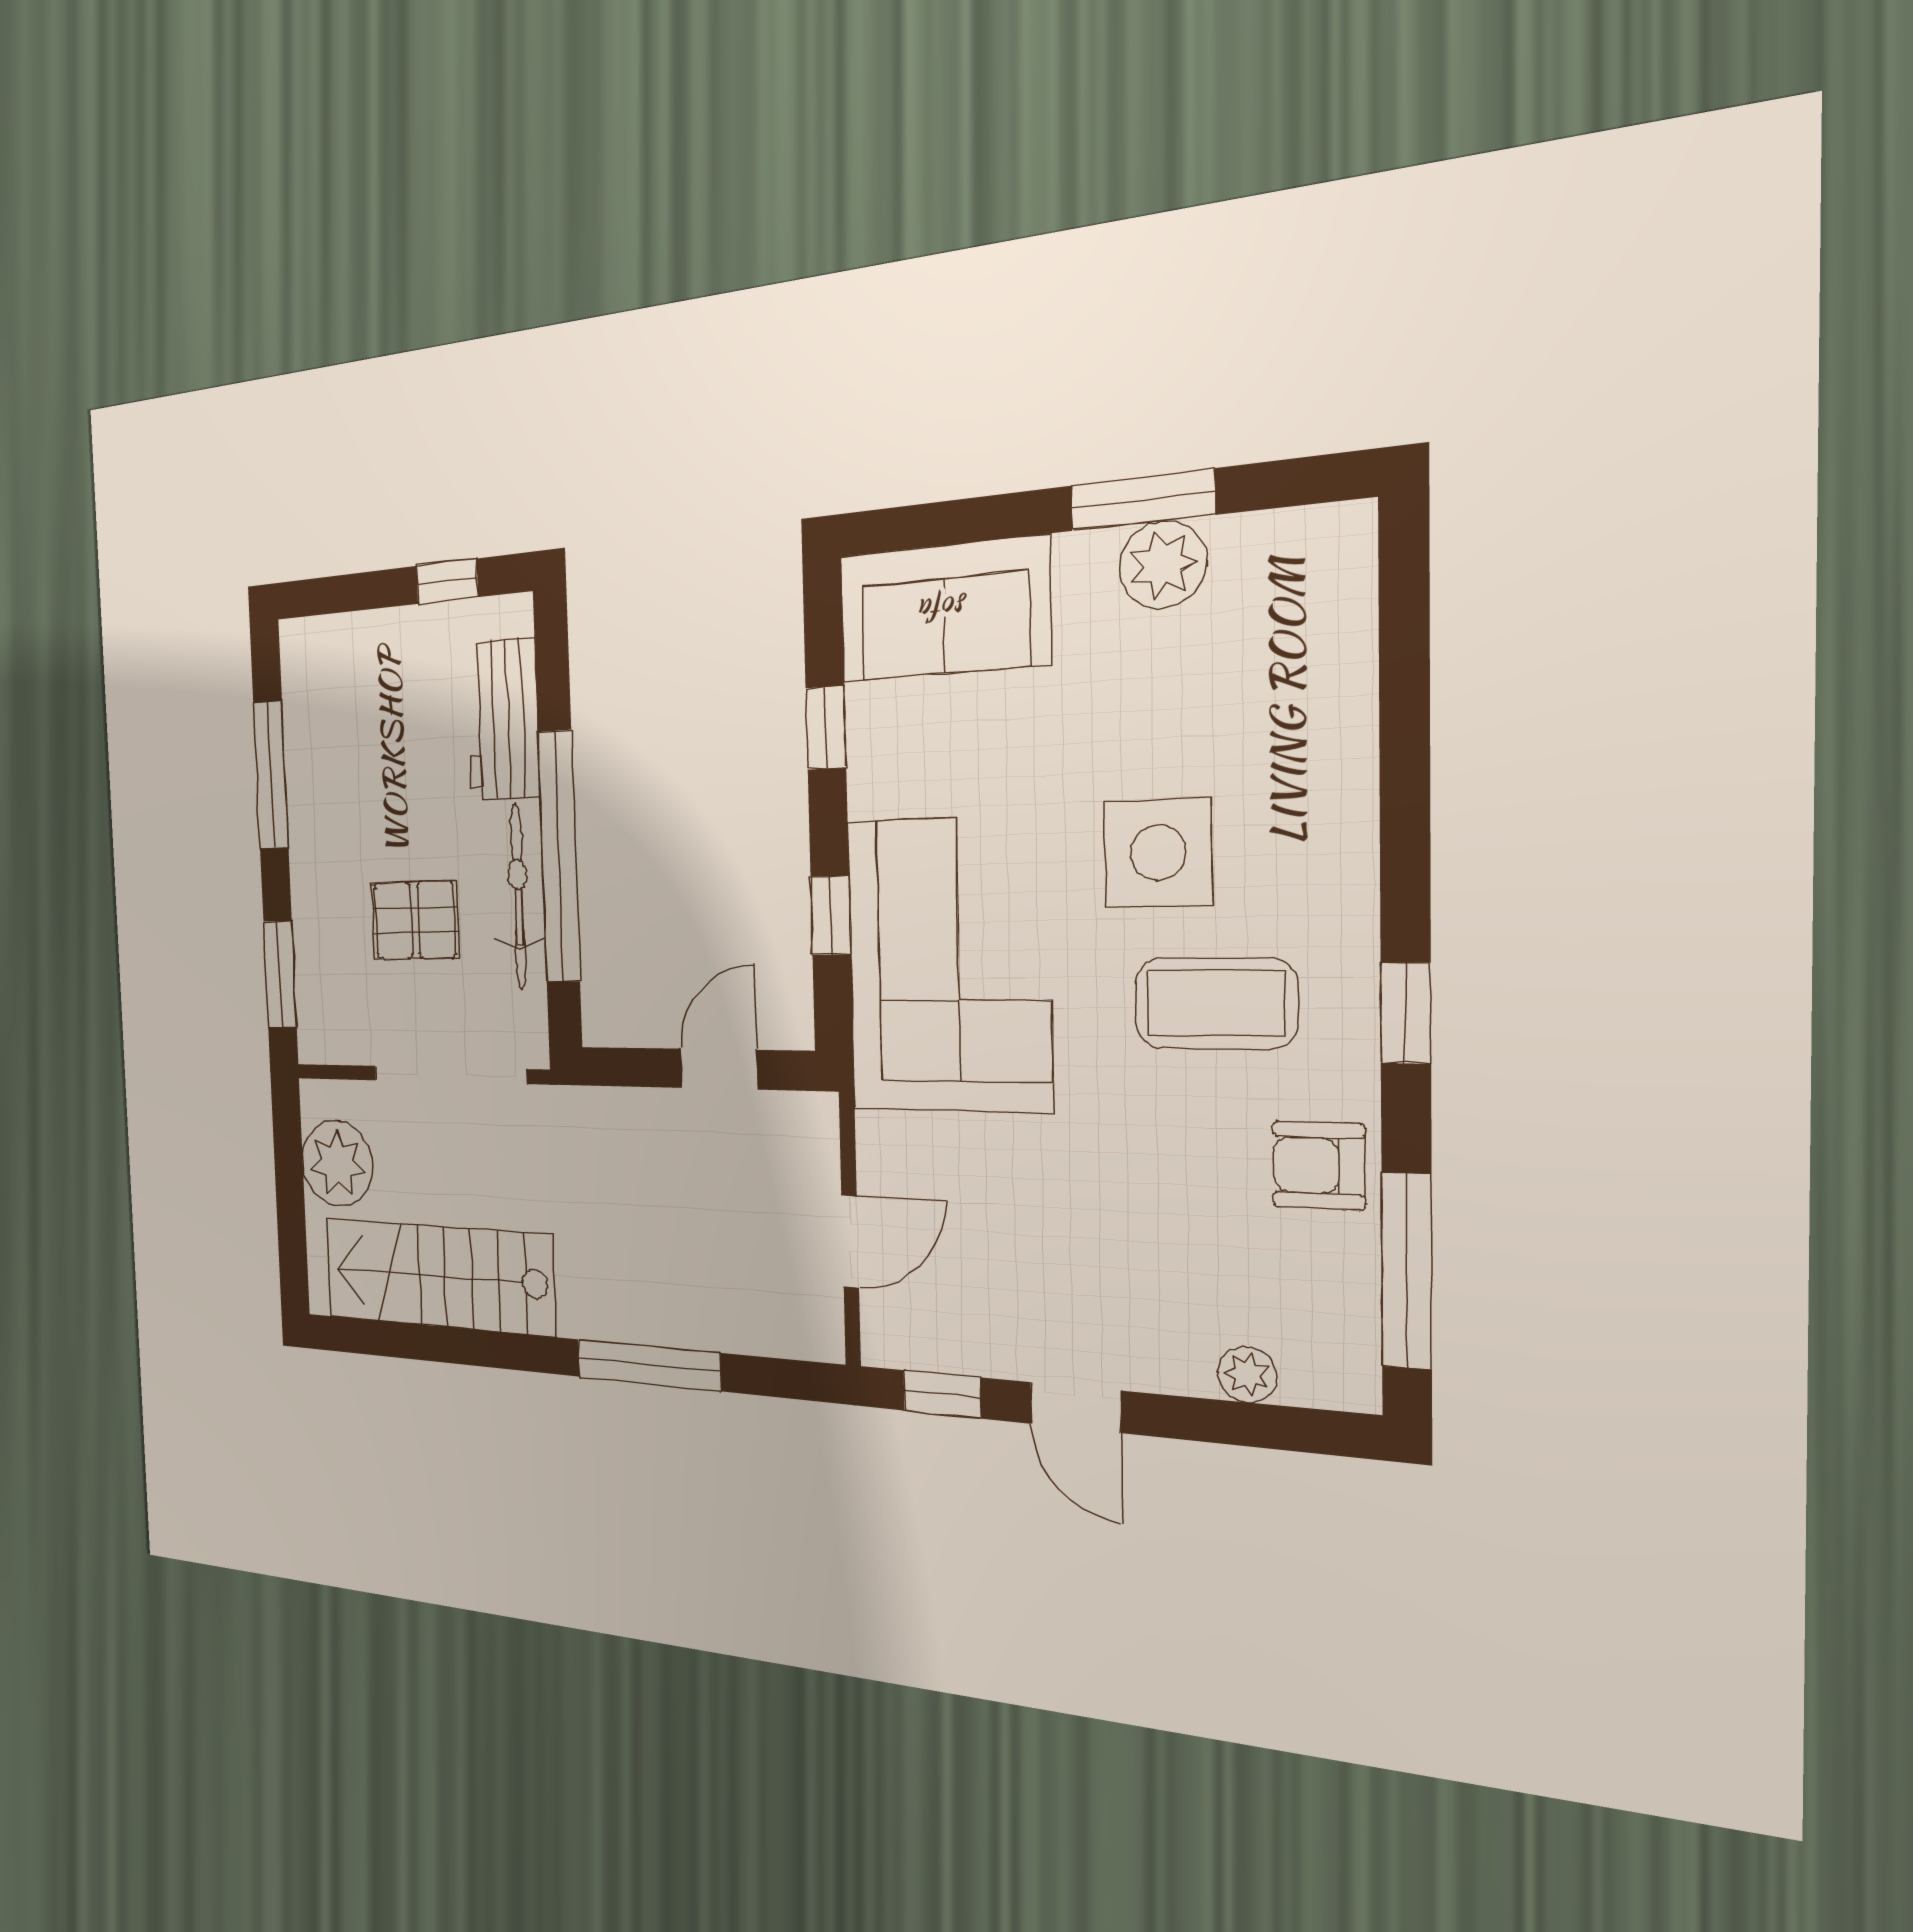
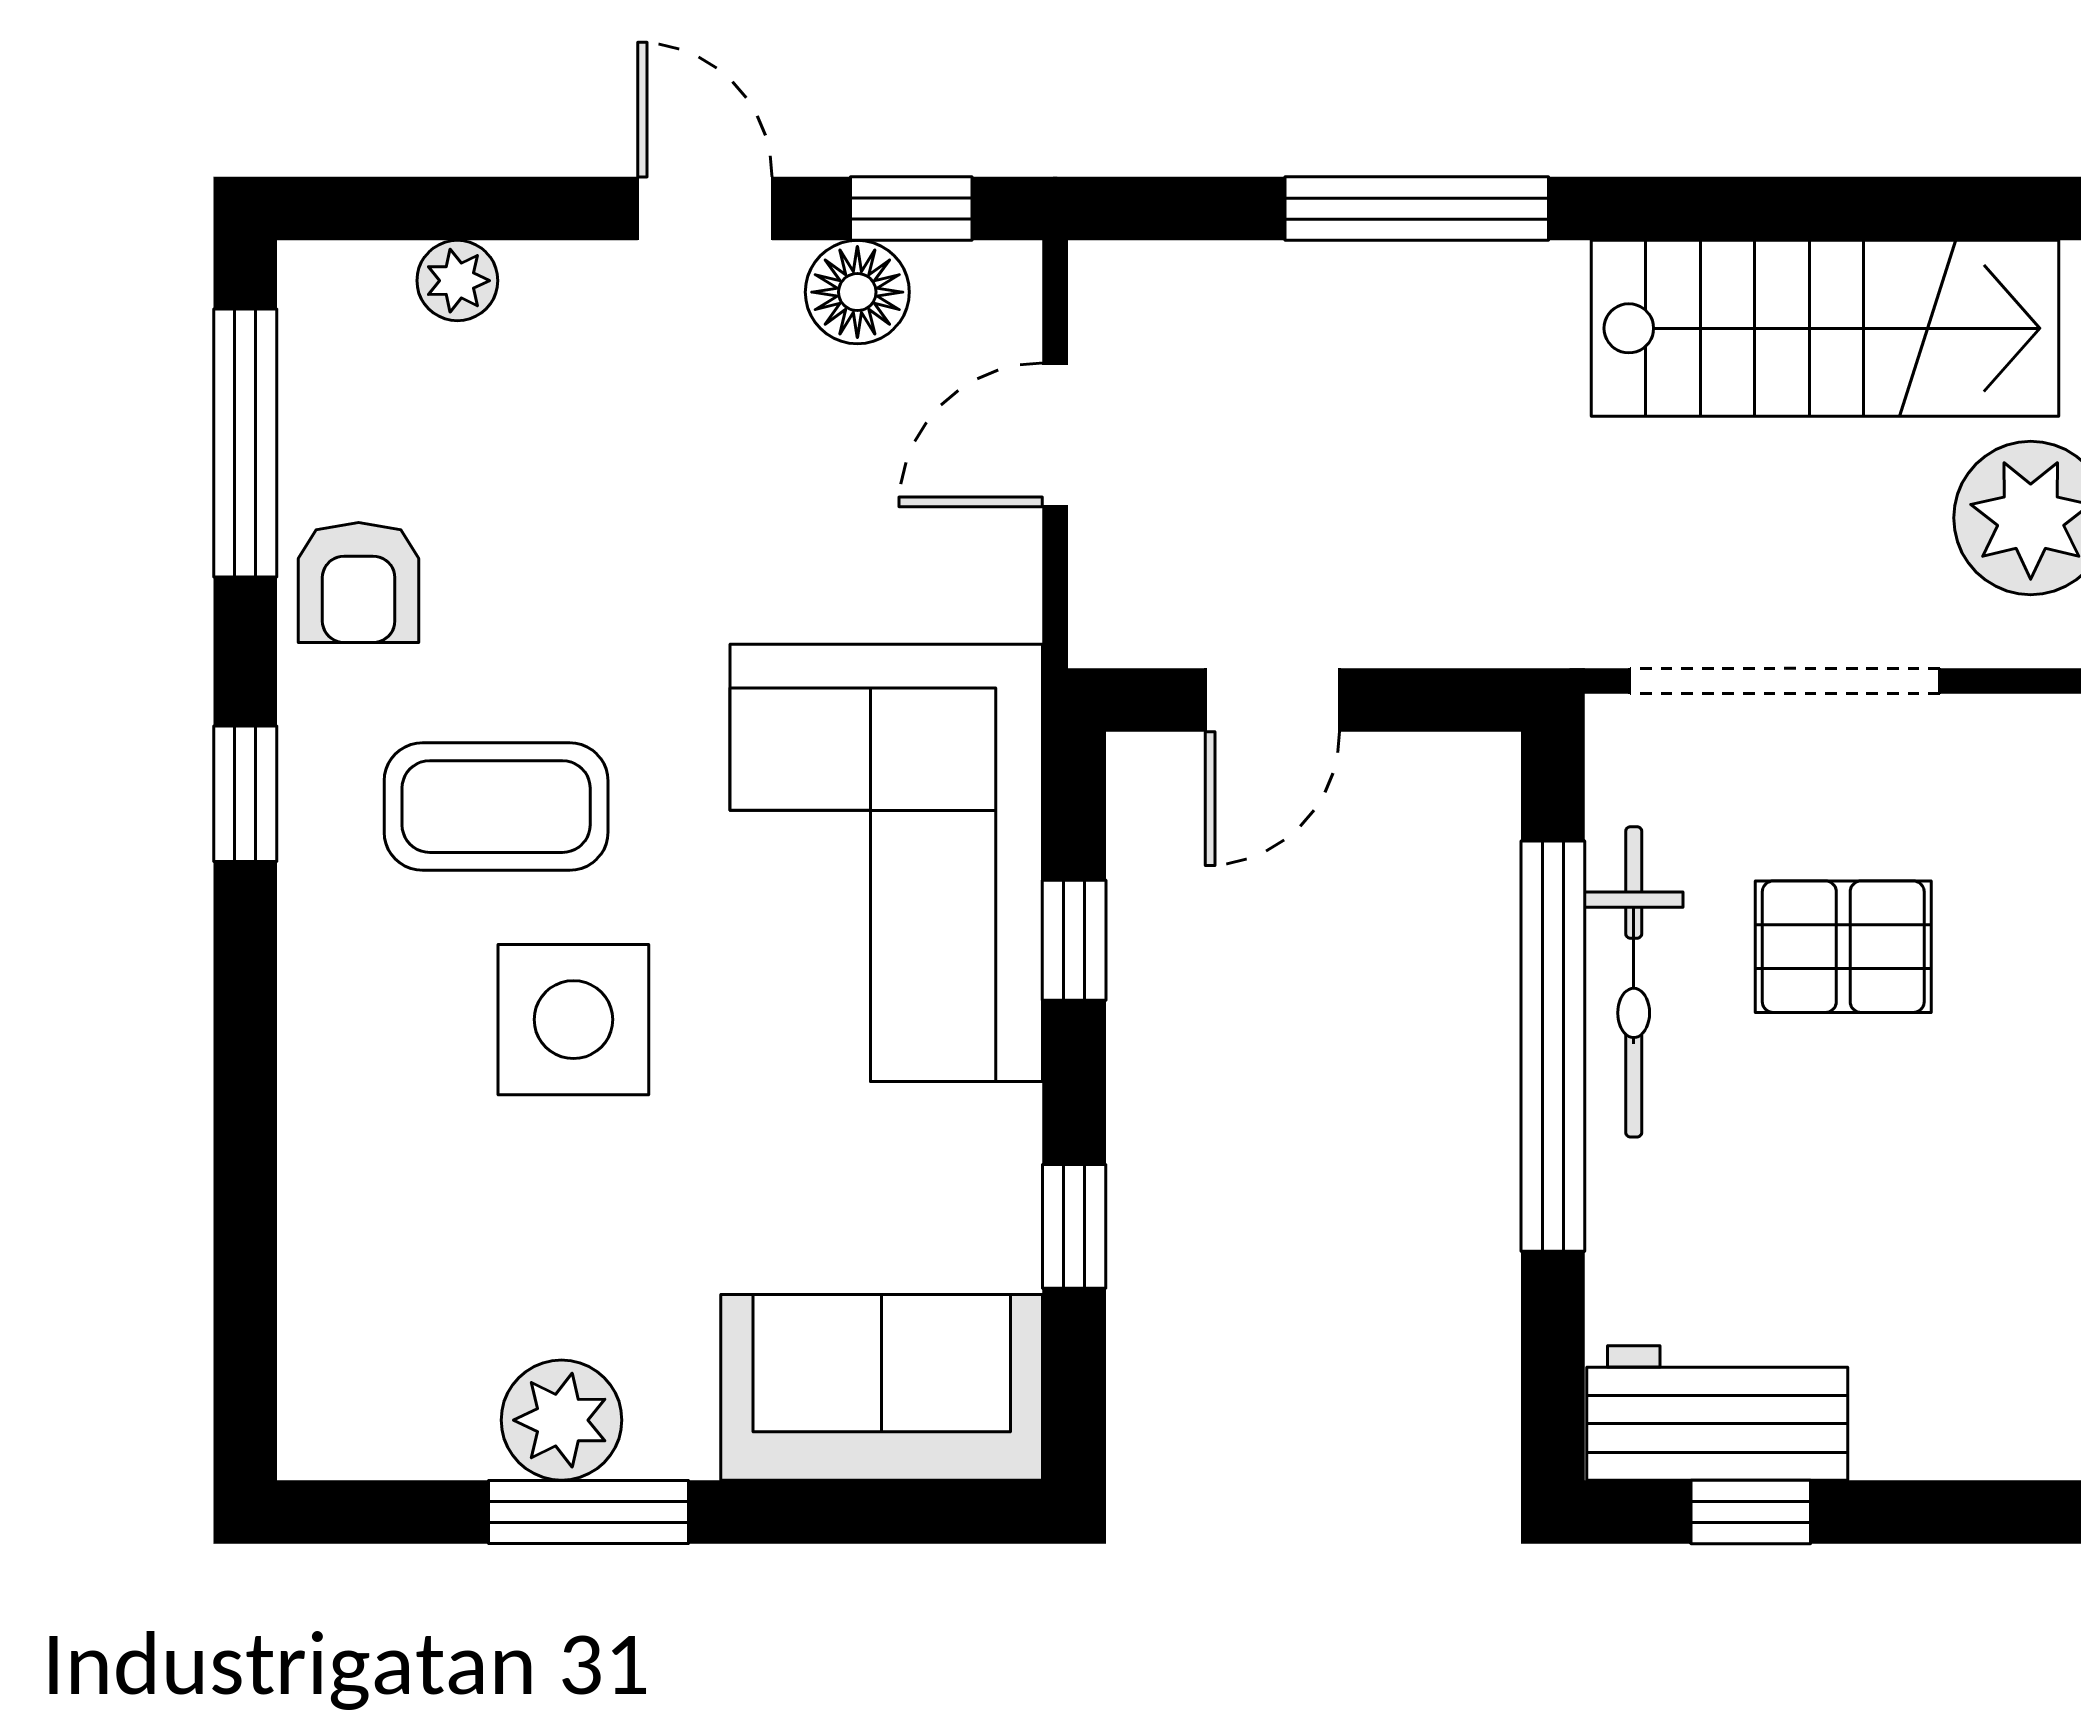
workbench: (502, 720) -> (1717, 1413), moved, turned -90
armchair: (1319, 1166) -> (359, 582), turned 90
floor lamp: (975, 1343) -> (857, 292), added

